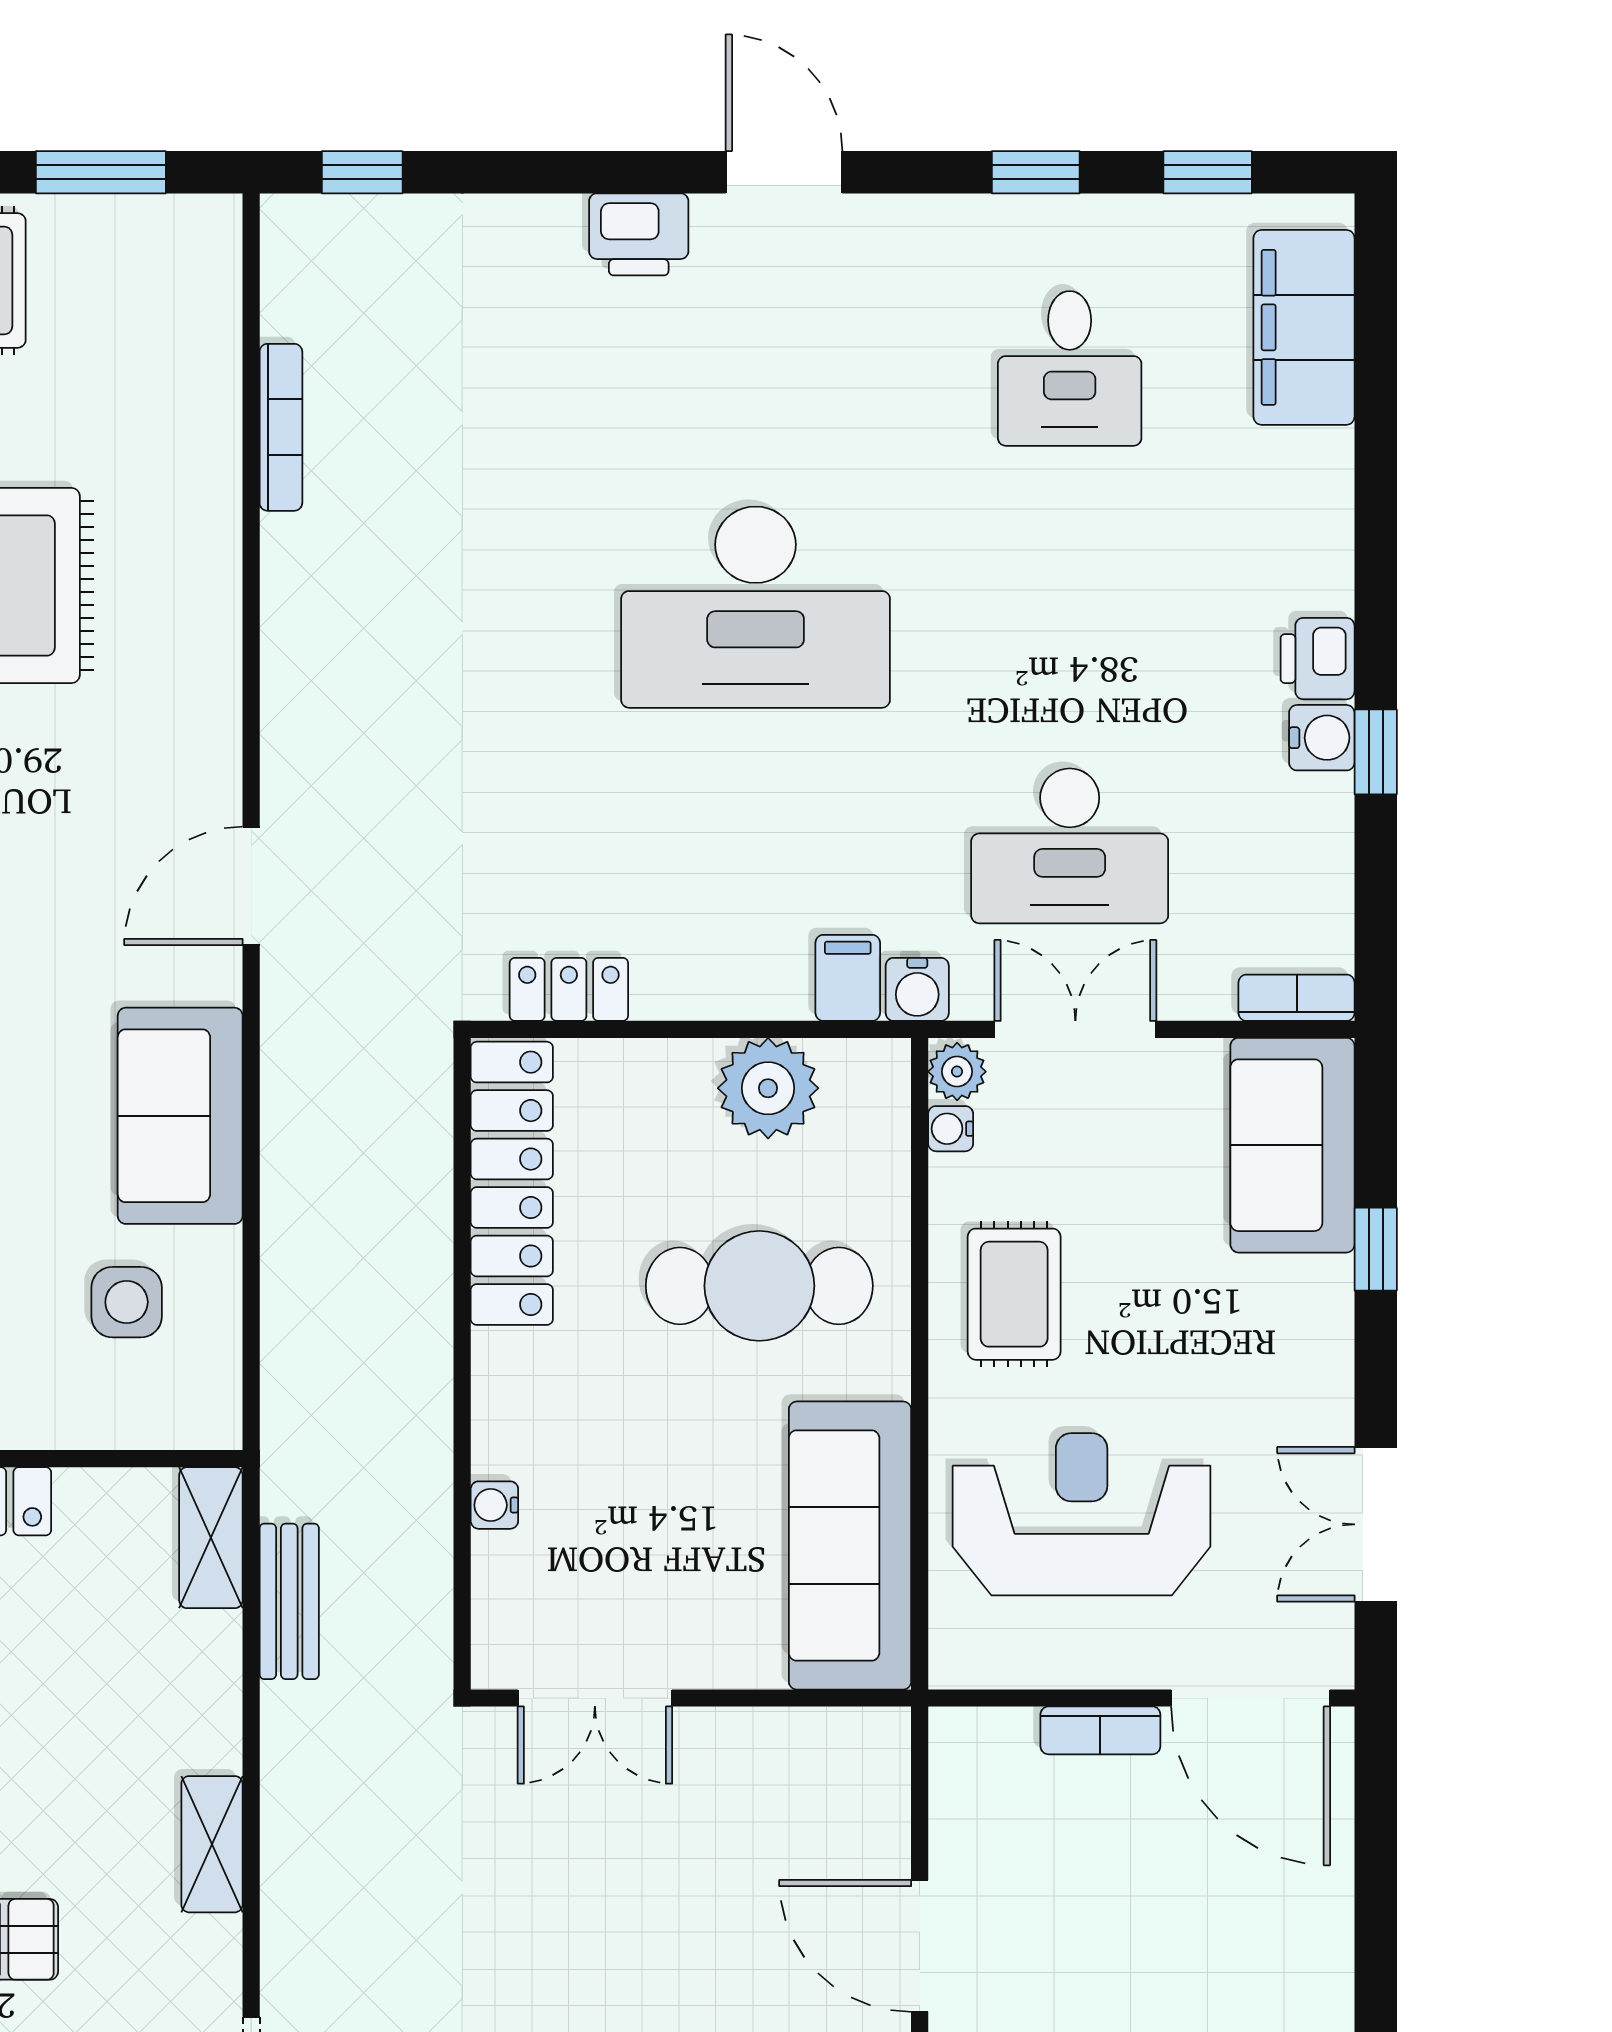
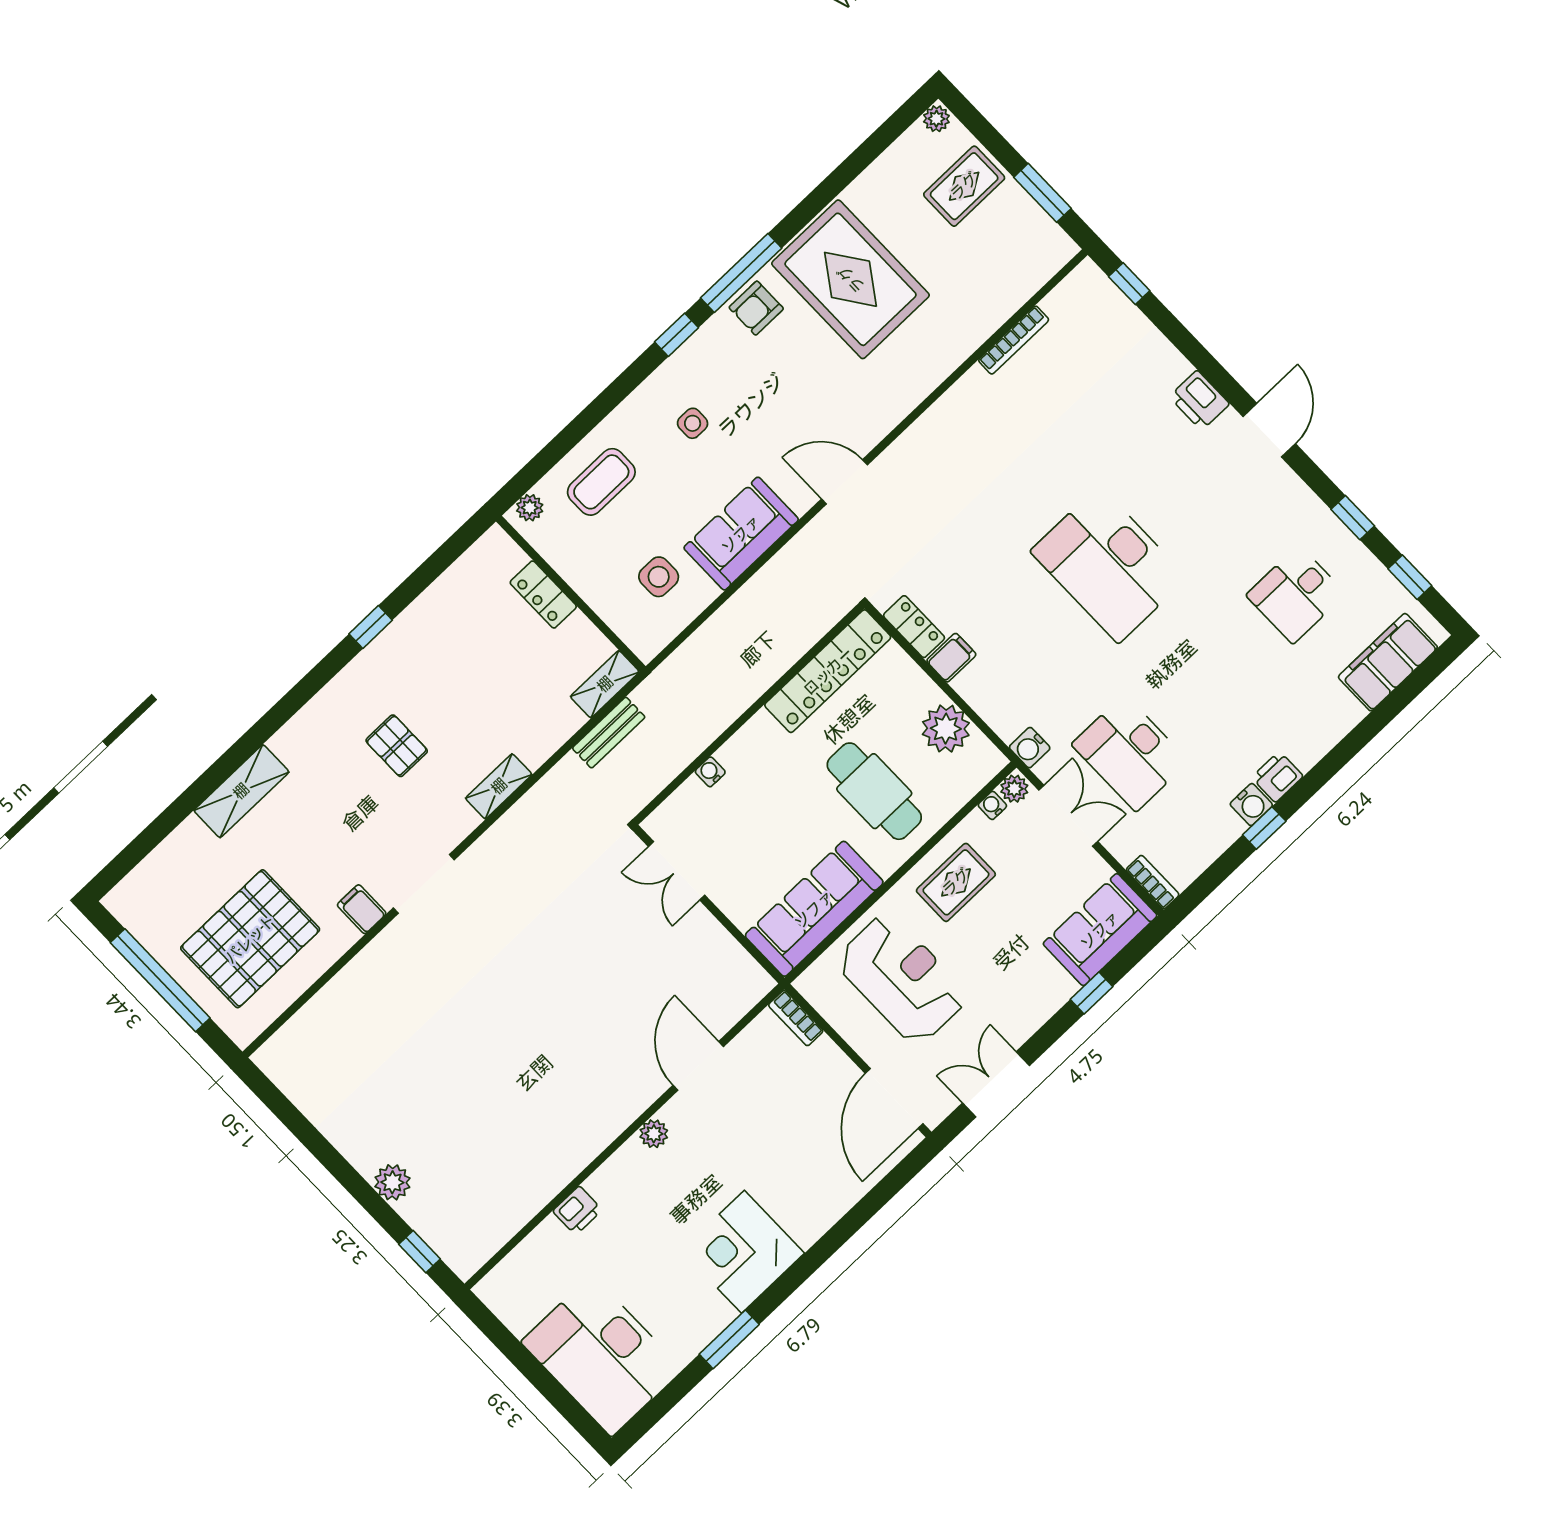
filing cabinet: (848, 978) -> (951, 658), moved
bookcase: (1100, 1730) -> (796, 1018), moved

